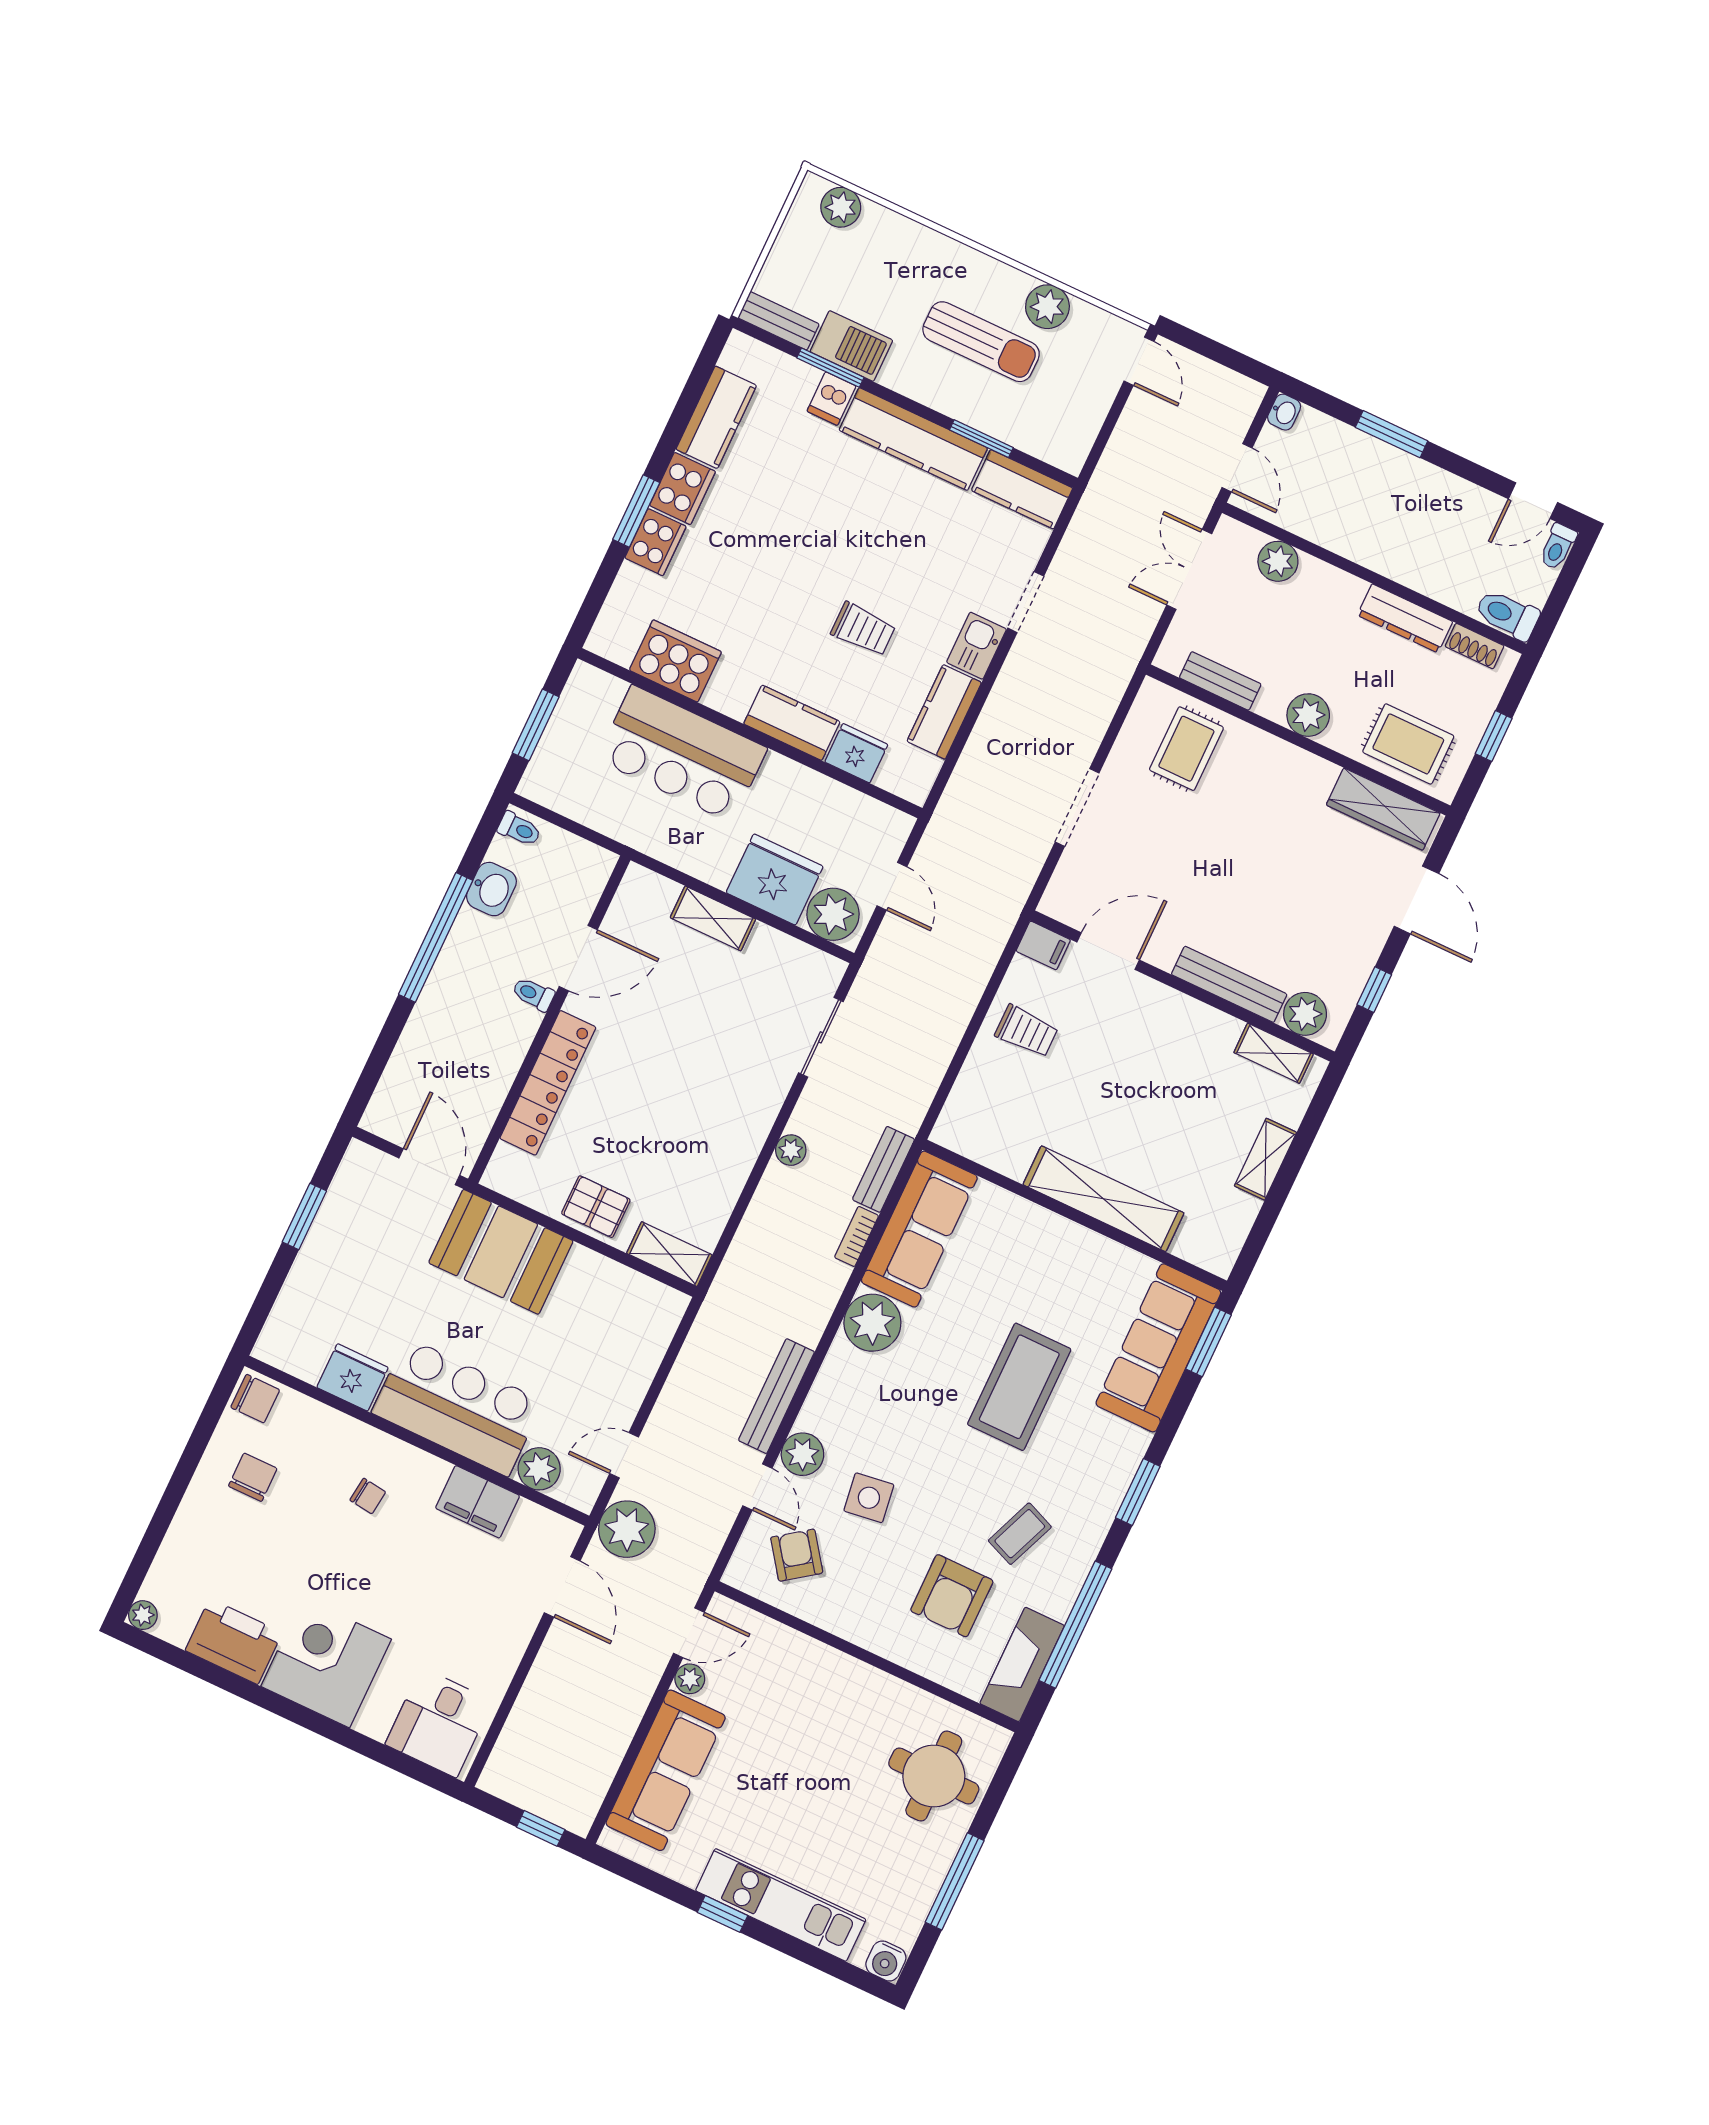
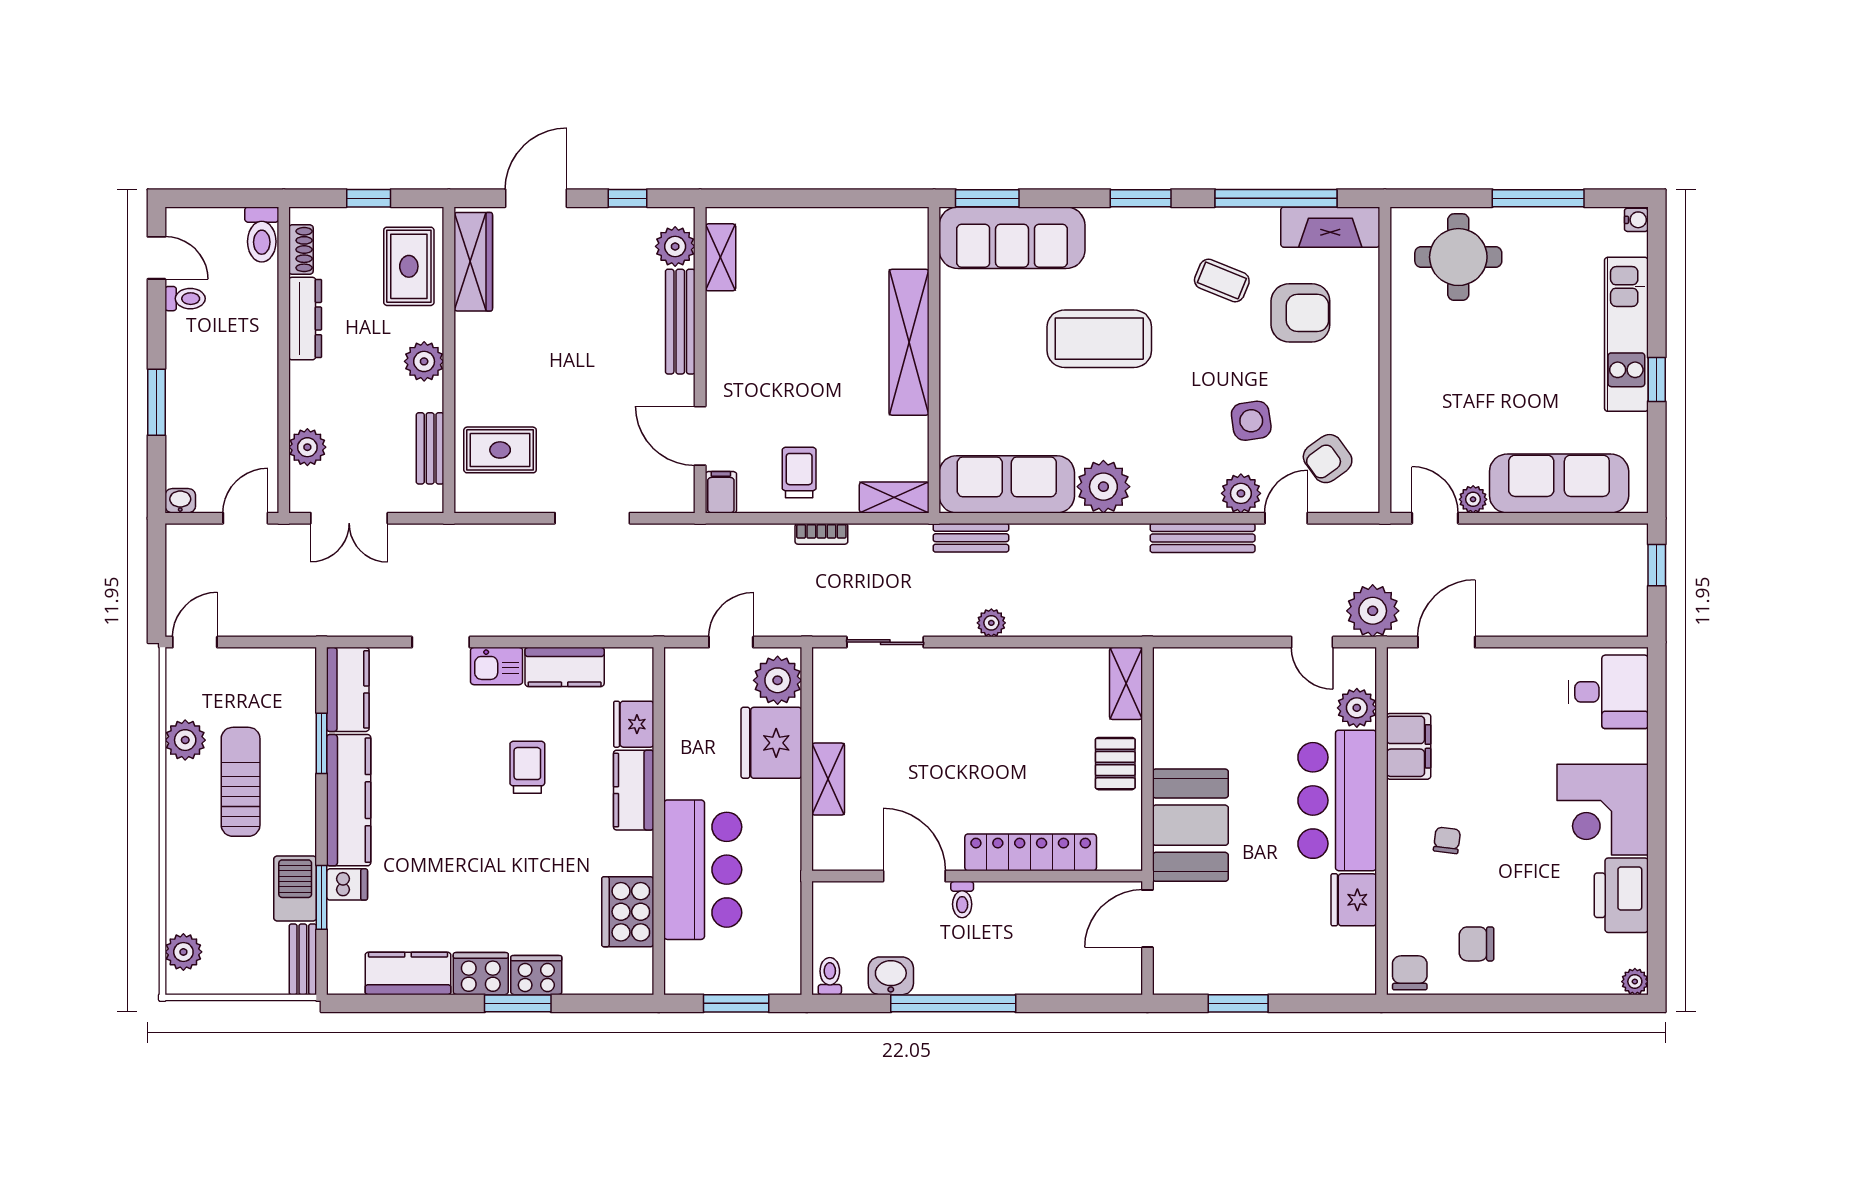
toilet: (1558, 547) -> (185, 299), moved
shelving: (1265, 1159) -> (894, 497), moved
bookcase: (857, 1236) -> (821, 534), moved
water cooler: (886, 1961) -> (1636, 220), width x0.72, depth x0.72

